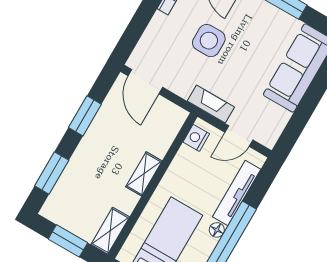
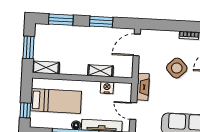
side table: (209, 41) -> (177, 68), turned 45
nightstand: (196, 138) -> (107, 88), moved
shelving: (144, 174) -> (100, 71), moved

